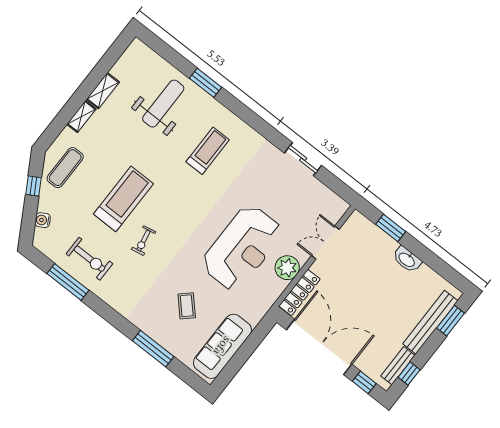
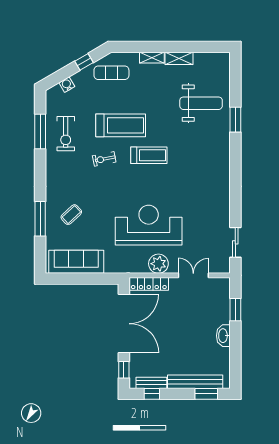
treadmill: (208, 151) -> (149, 155), moved
sliding door: (303, 159) -> (235, 242), moved
reception desk: (242, 248) -> (149, 225), turned 180
coffee table: (187, 306) -> (71, 215), moved

